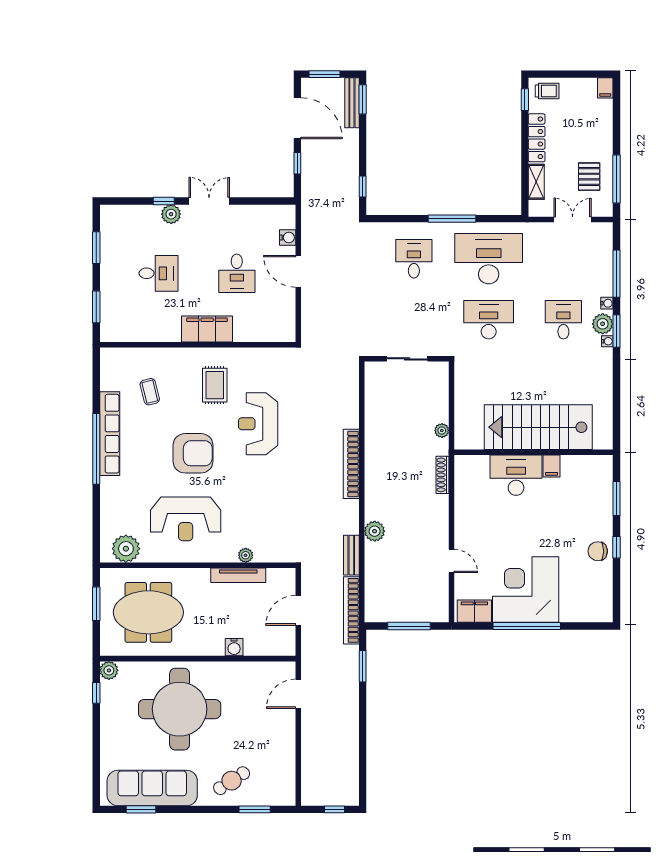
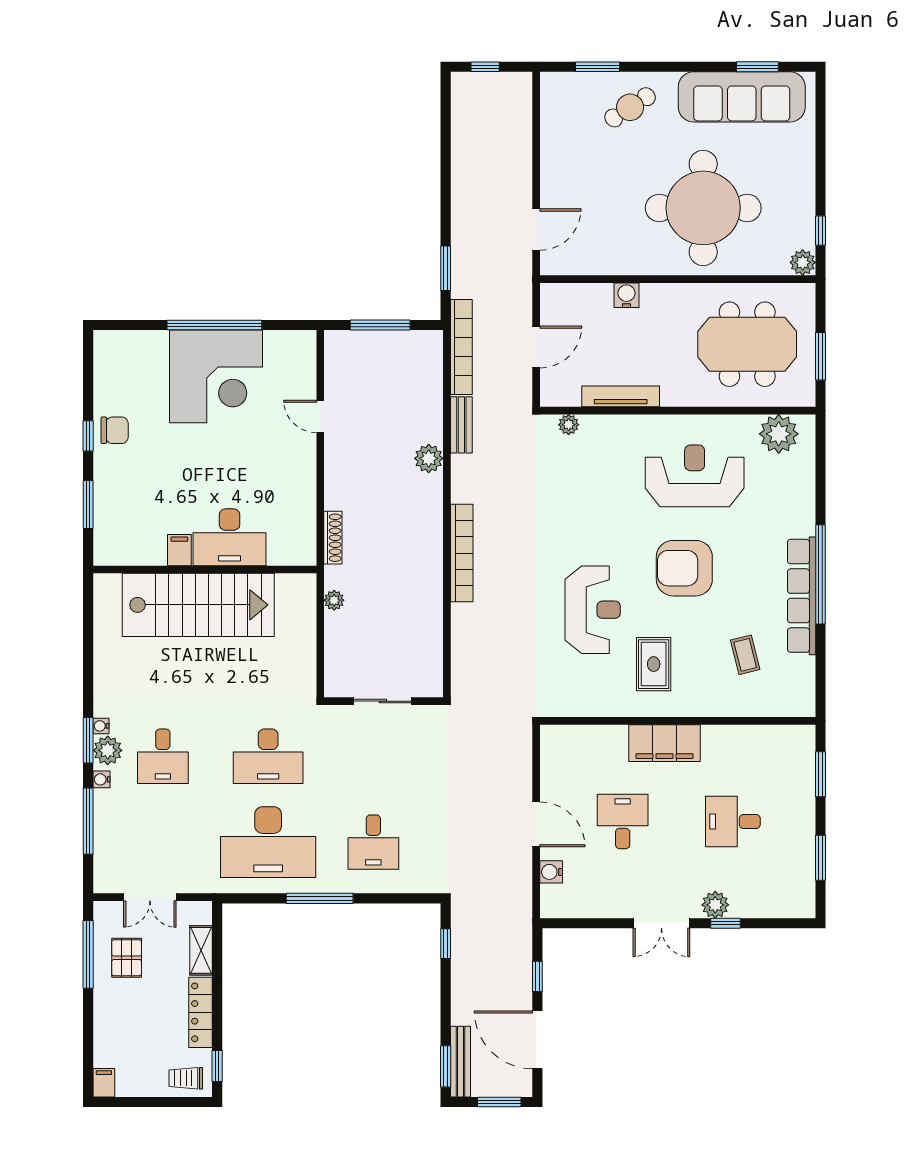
plant: (246, 555) -> (569, 425), moved
filing cabinet: (474, 611) -> (288, 346), removed

